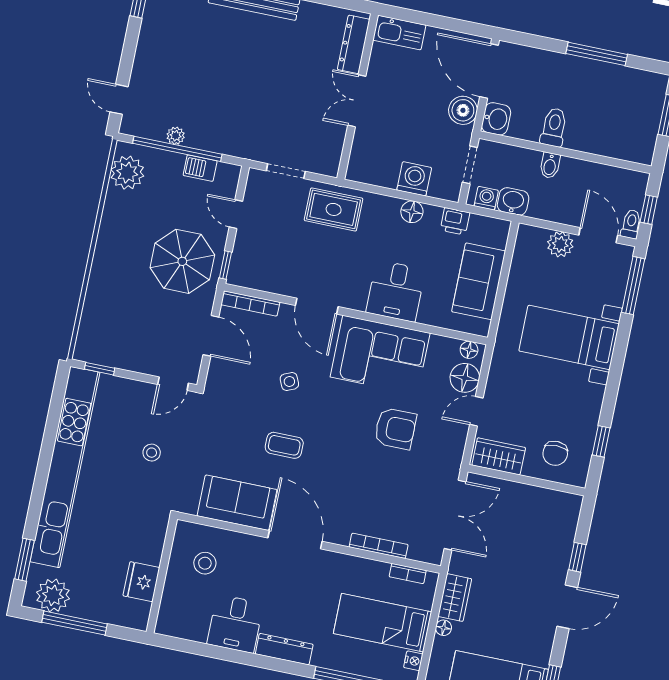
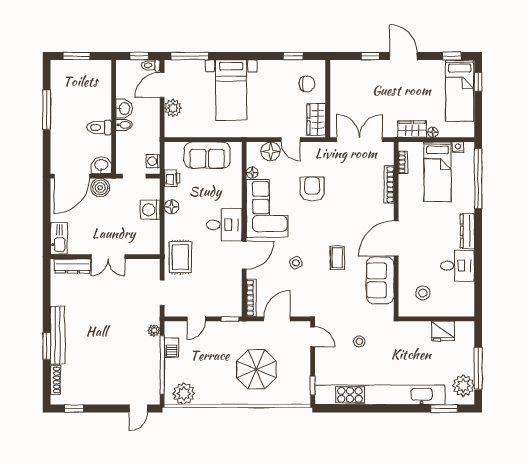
plant: (176, 136) -> (154, 330), moved
washbasin: (513, 201) -> (124, 109), moved, turned 180
parasol: (182, 261) -> (256, 369), moved
desk: (396, 291) -> (224, 225), moved
floor lamp: (469, 350) -> (252, 173), moved

